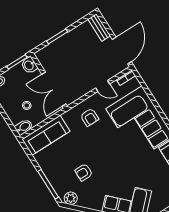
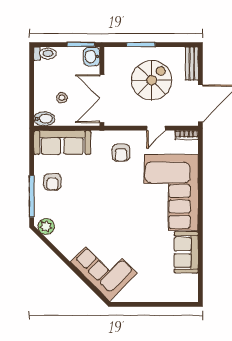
spiral stairs: (79, 56) -> (152, 80), added
door: (103, 86) -> (156, 128), hinge flipped
armchair: (84, 172) -> (52, 182), moved, turned -90

